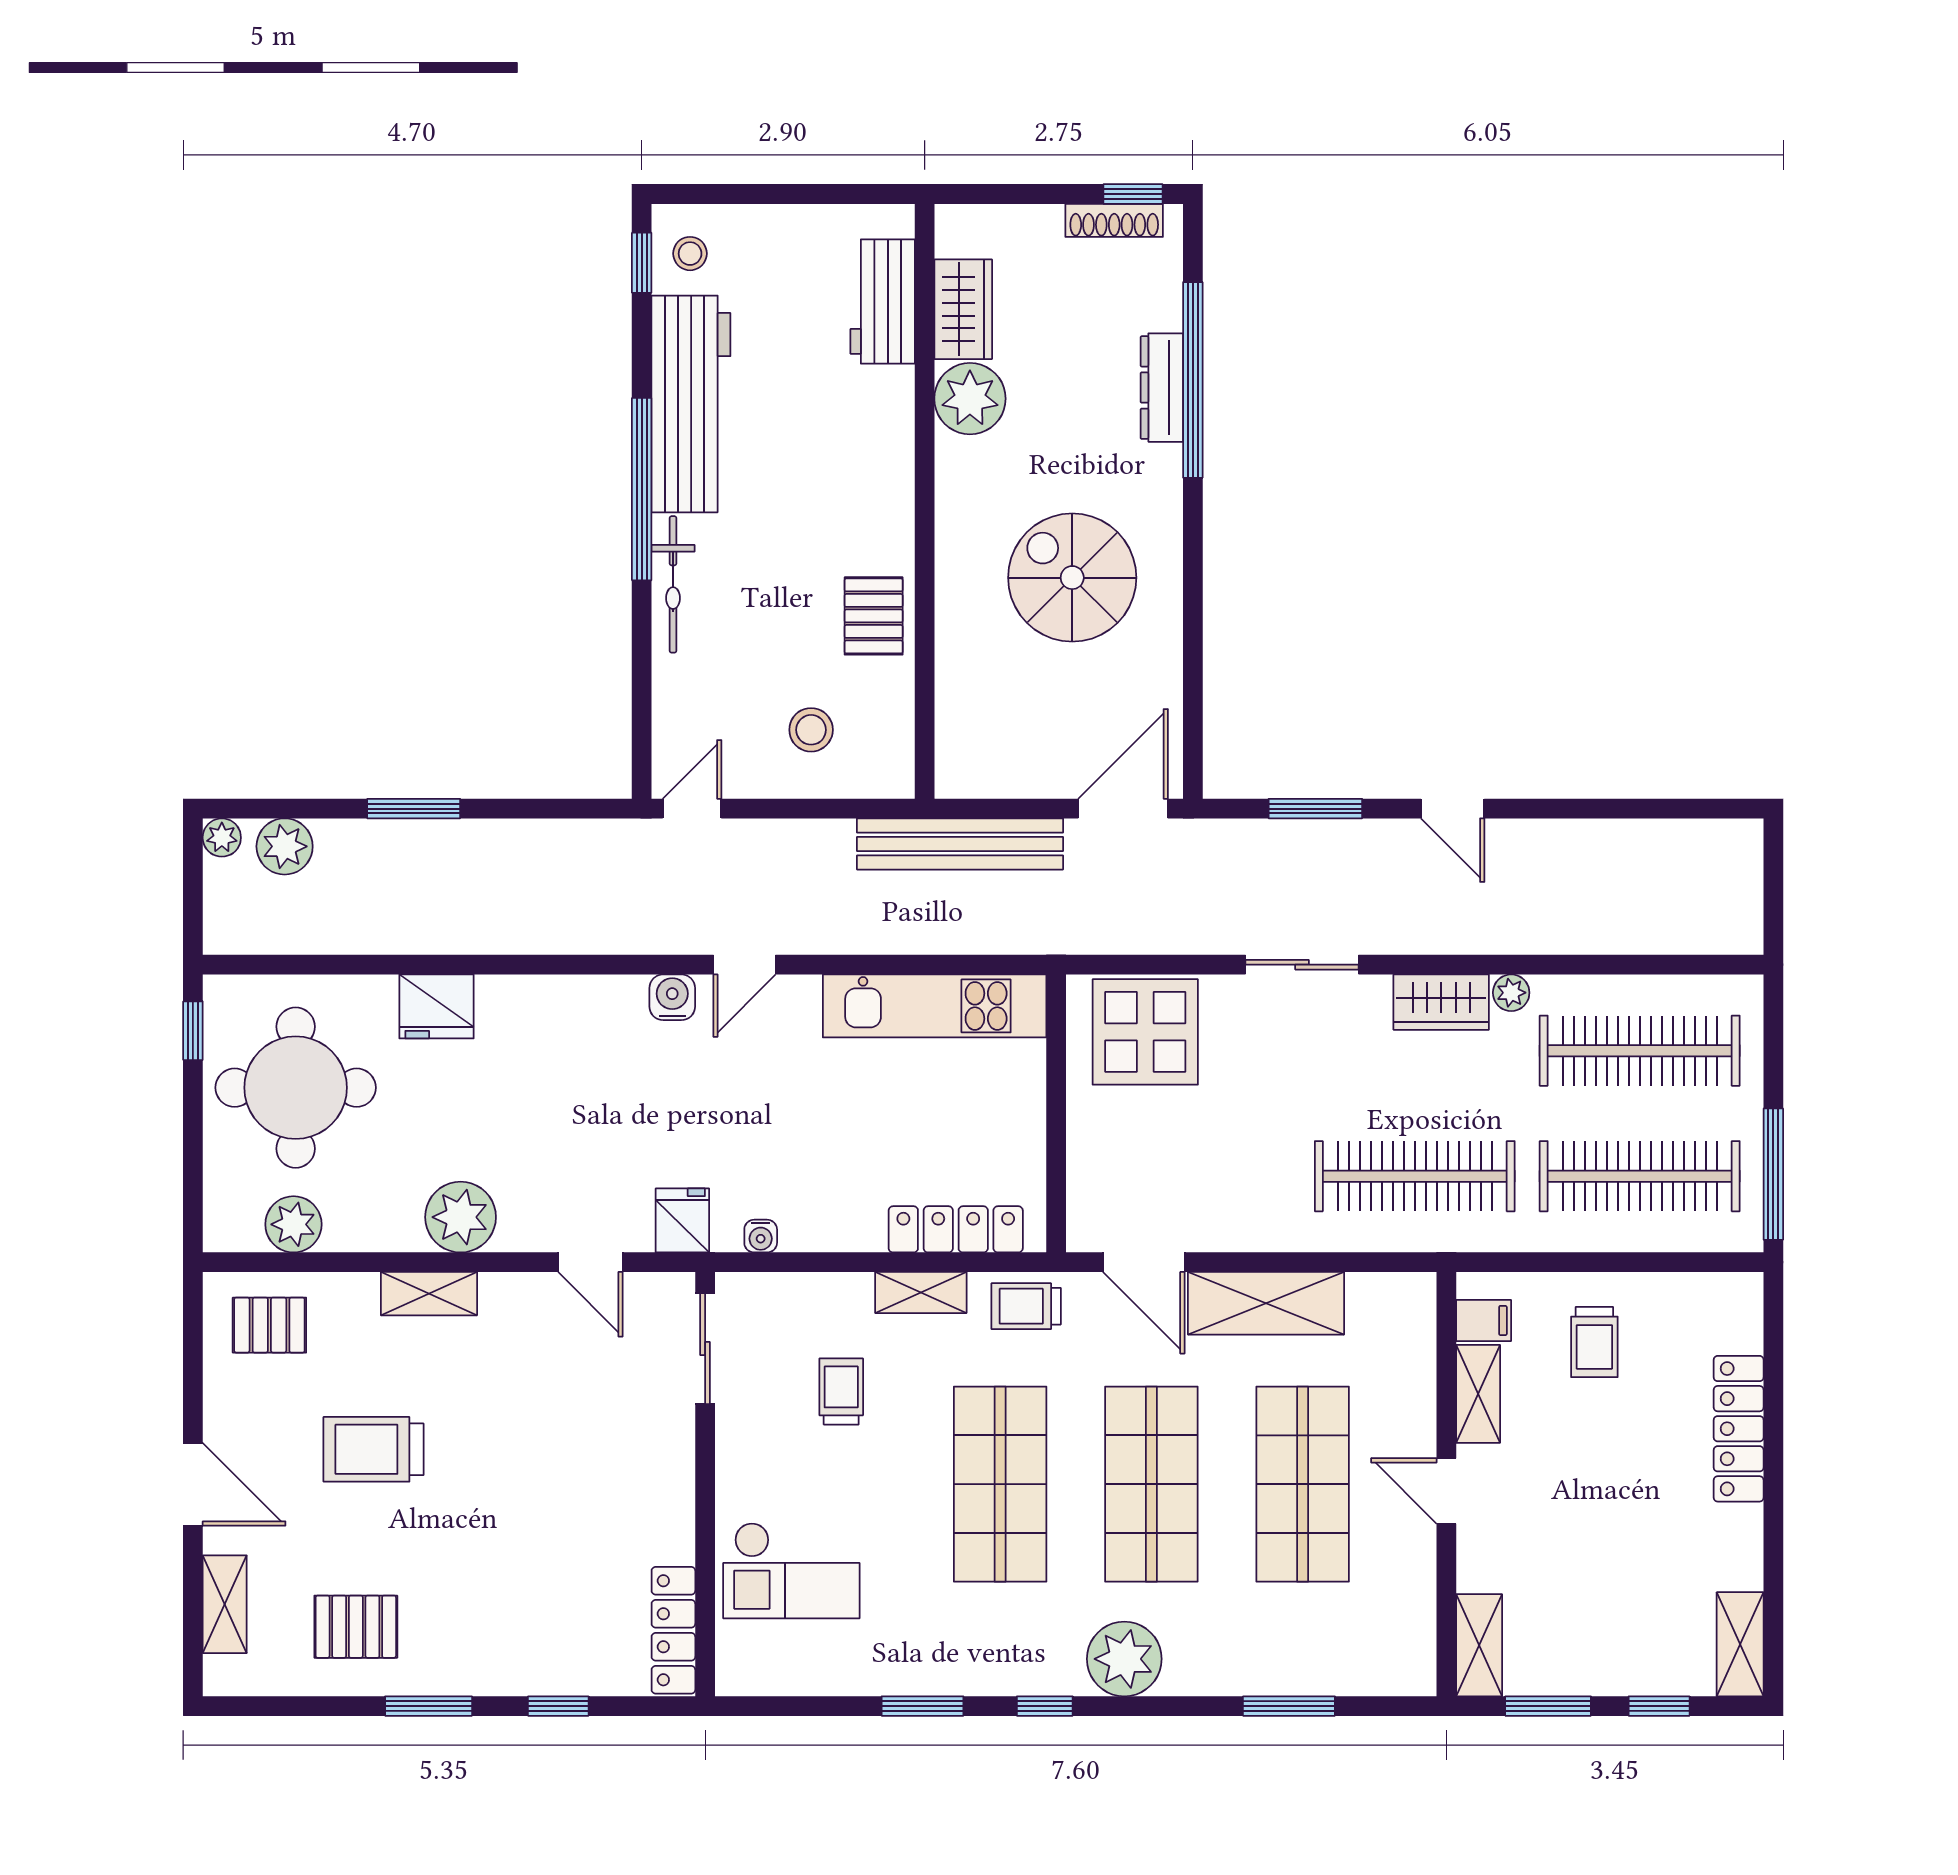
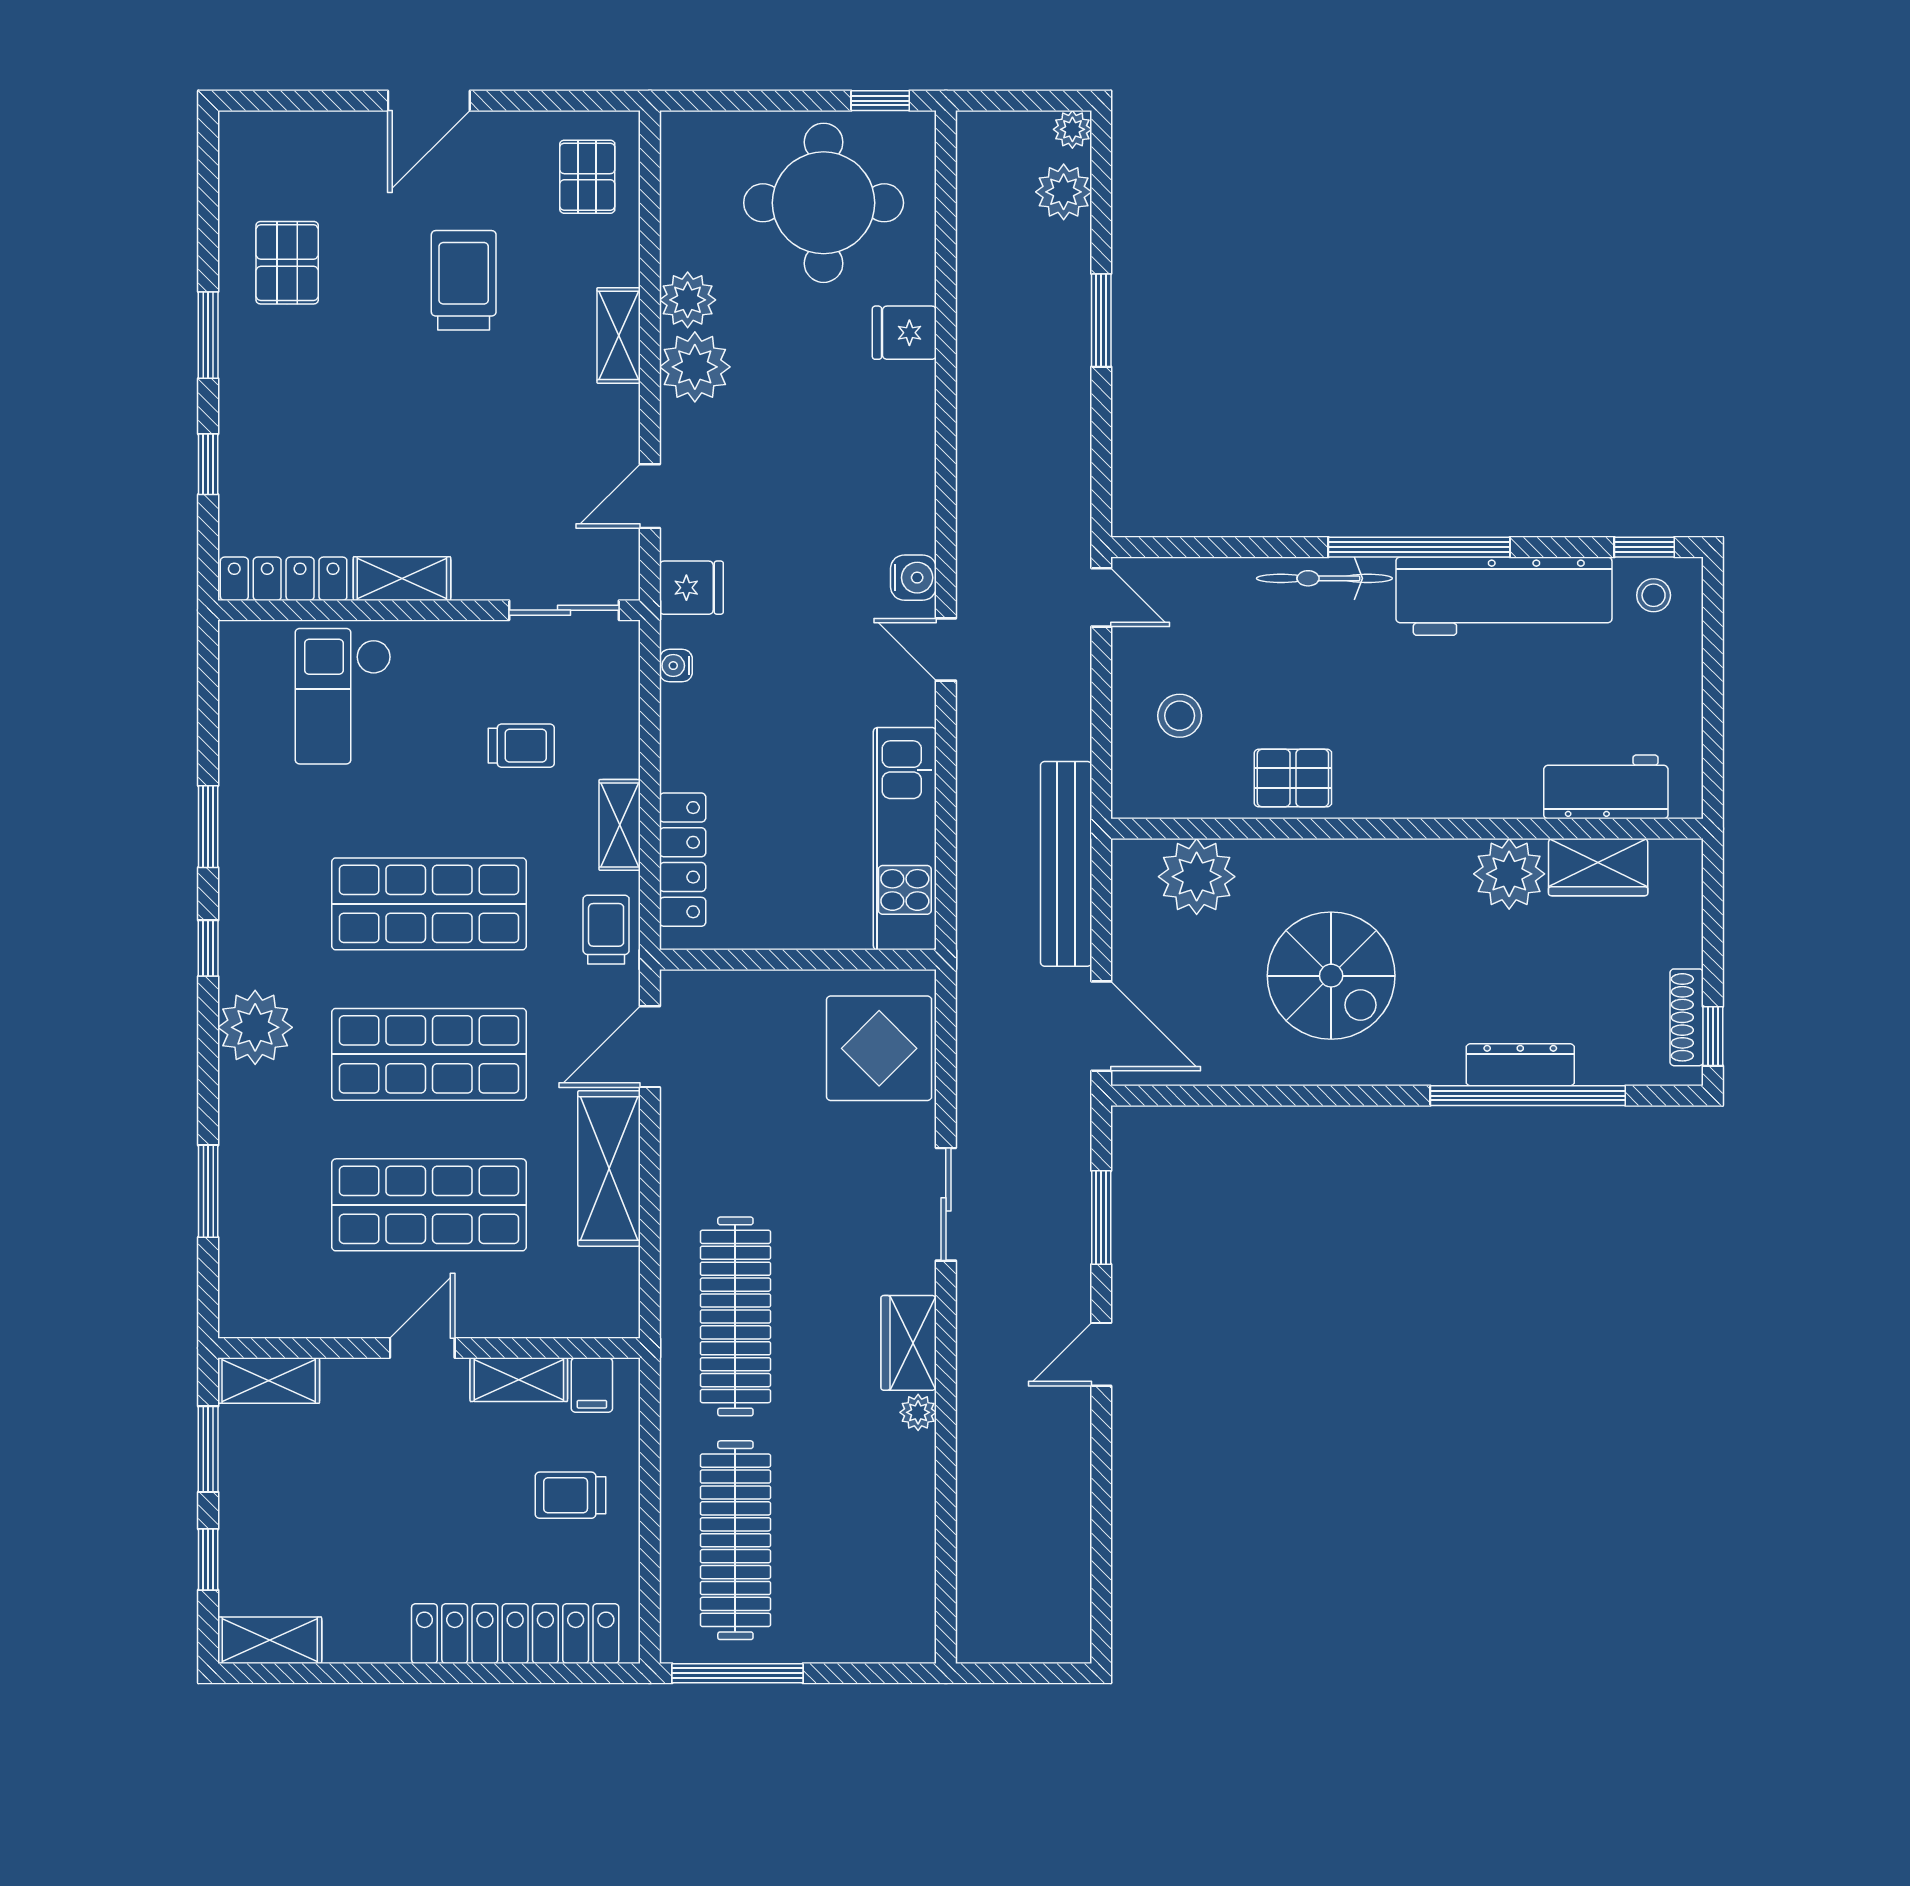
spiral stairs: (1072, 578) -> (1331, 976), turned 90
plant: (973, 713) -> (1197, 877), added
fridge: (437, 1006) -> (904, 333), width x0.72
clothes rail: (1640, 1051) -> (860, 1540), removed
plant: (293, 1224) -> (688, 300), moved
locker: (1739, 1429) -> (515, 1634), width x1.41, depth x1.21
shelving: (225, 1604) -> (402, 579), moved

